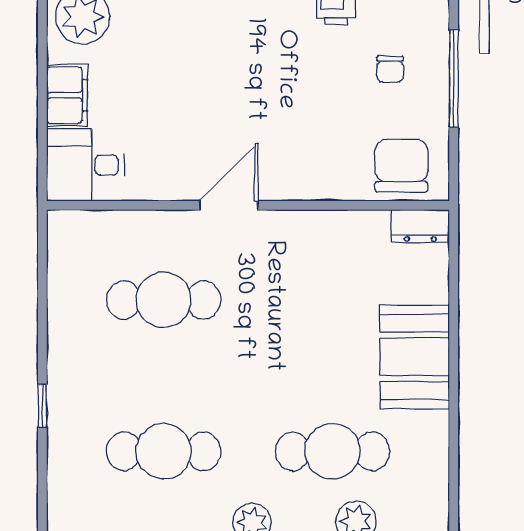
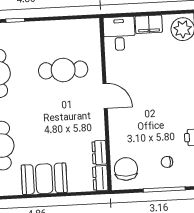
chair: (401, 165) -> (126, 169), turned -90
dresser: (360, 225) -> (99, 153), added
cafe table: (164, 300) -> (63, 70), turned 90

